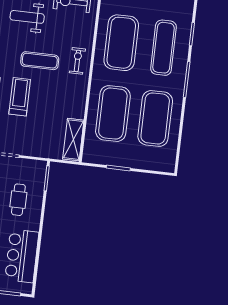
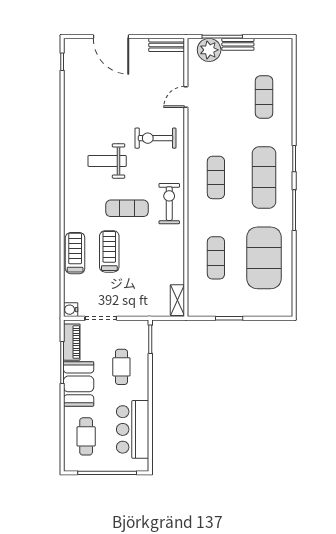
exercise mat: (121, 43) -> (216, 177), width x0.50, depth x0.69
exercise bike: (77, 61) -> (169, 204), width x1.38, depth x1.39
exercise mat: (113, 114) -> (216, 258), width x0.50, depth x0.69
shelving: (73, 140) -> (177, 300), width x0.67, depth x0.75

